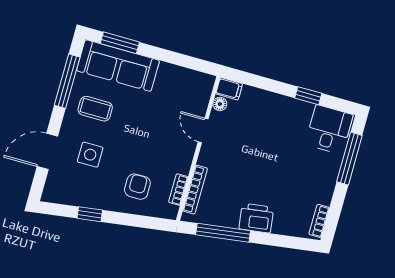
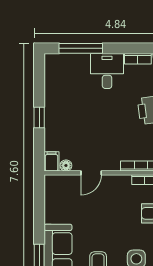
window: (308, 96) -> (39, 117), moved
desk: (329, 129) -> (107, 71), moved, turned 90

